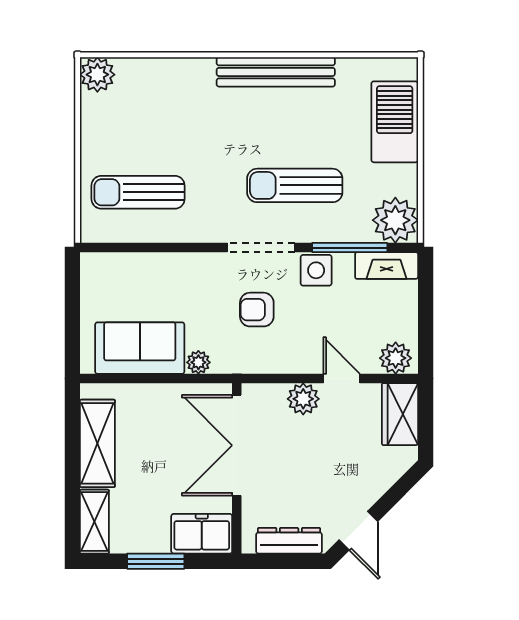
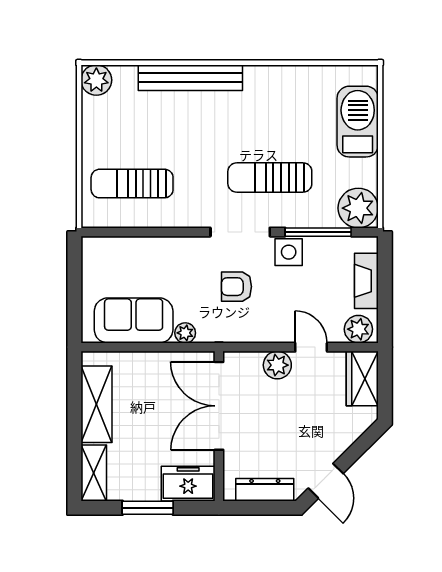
bench: (276, 72) -> (190, 78), moved
fireplace: (387, 266) -> (366, 281), moved, turned 90

